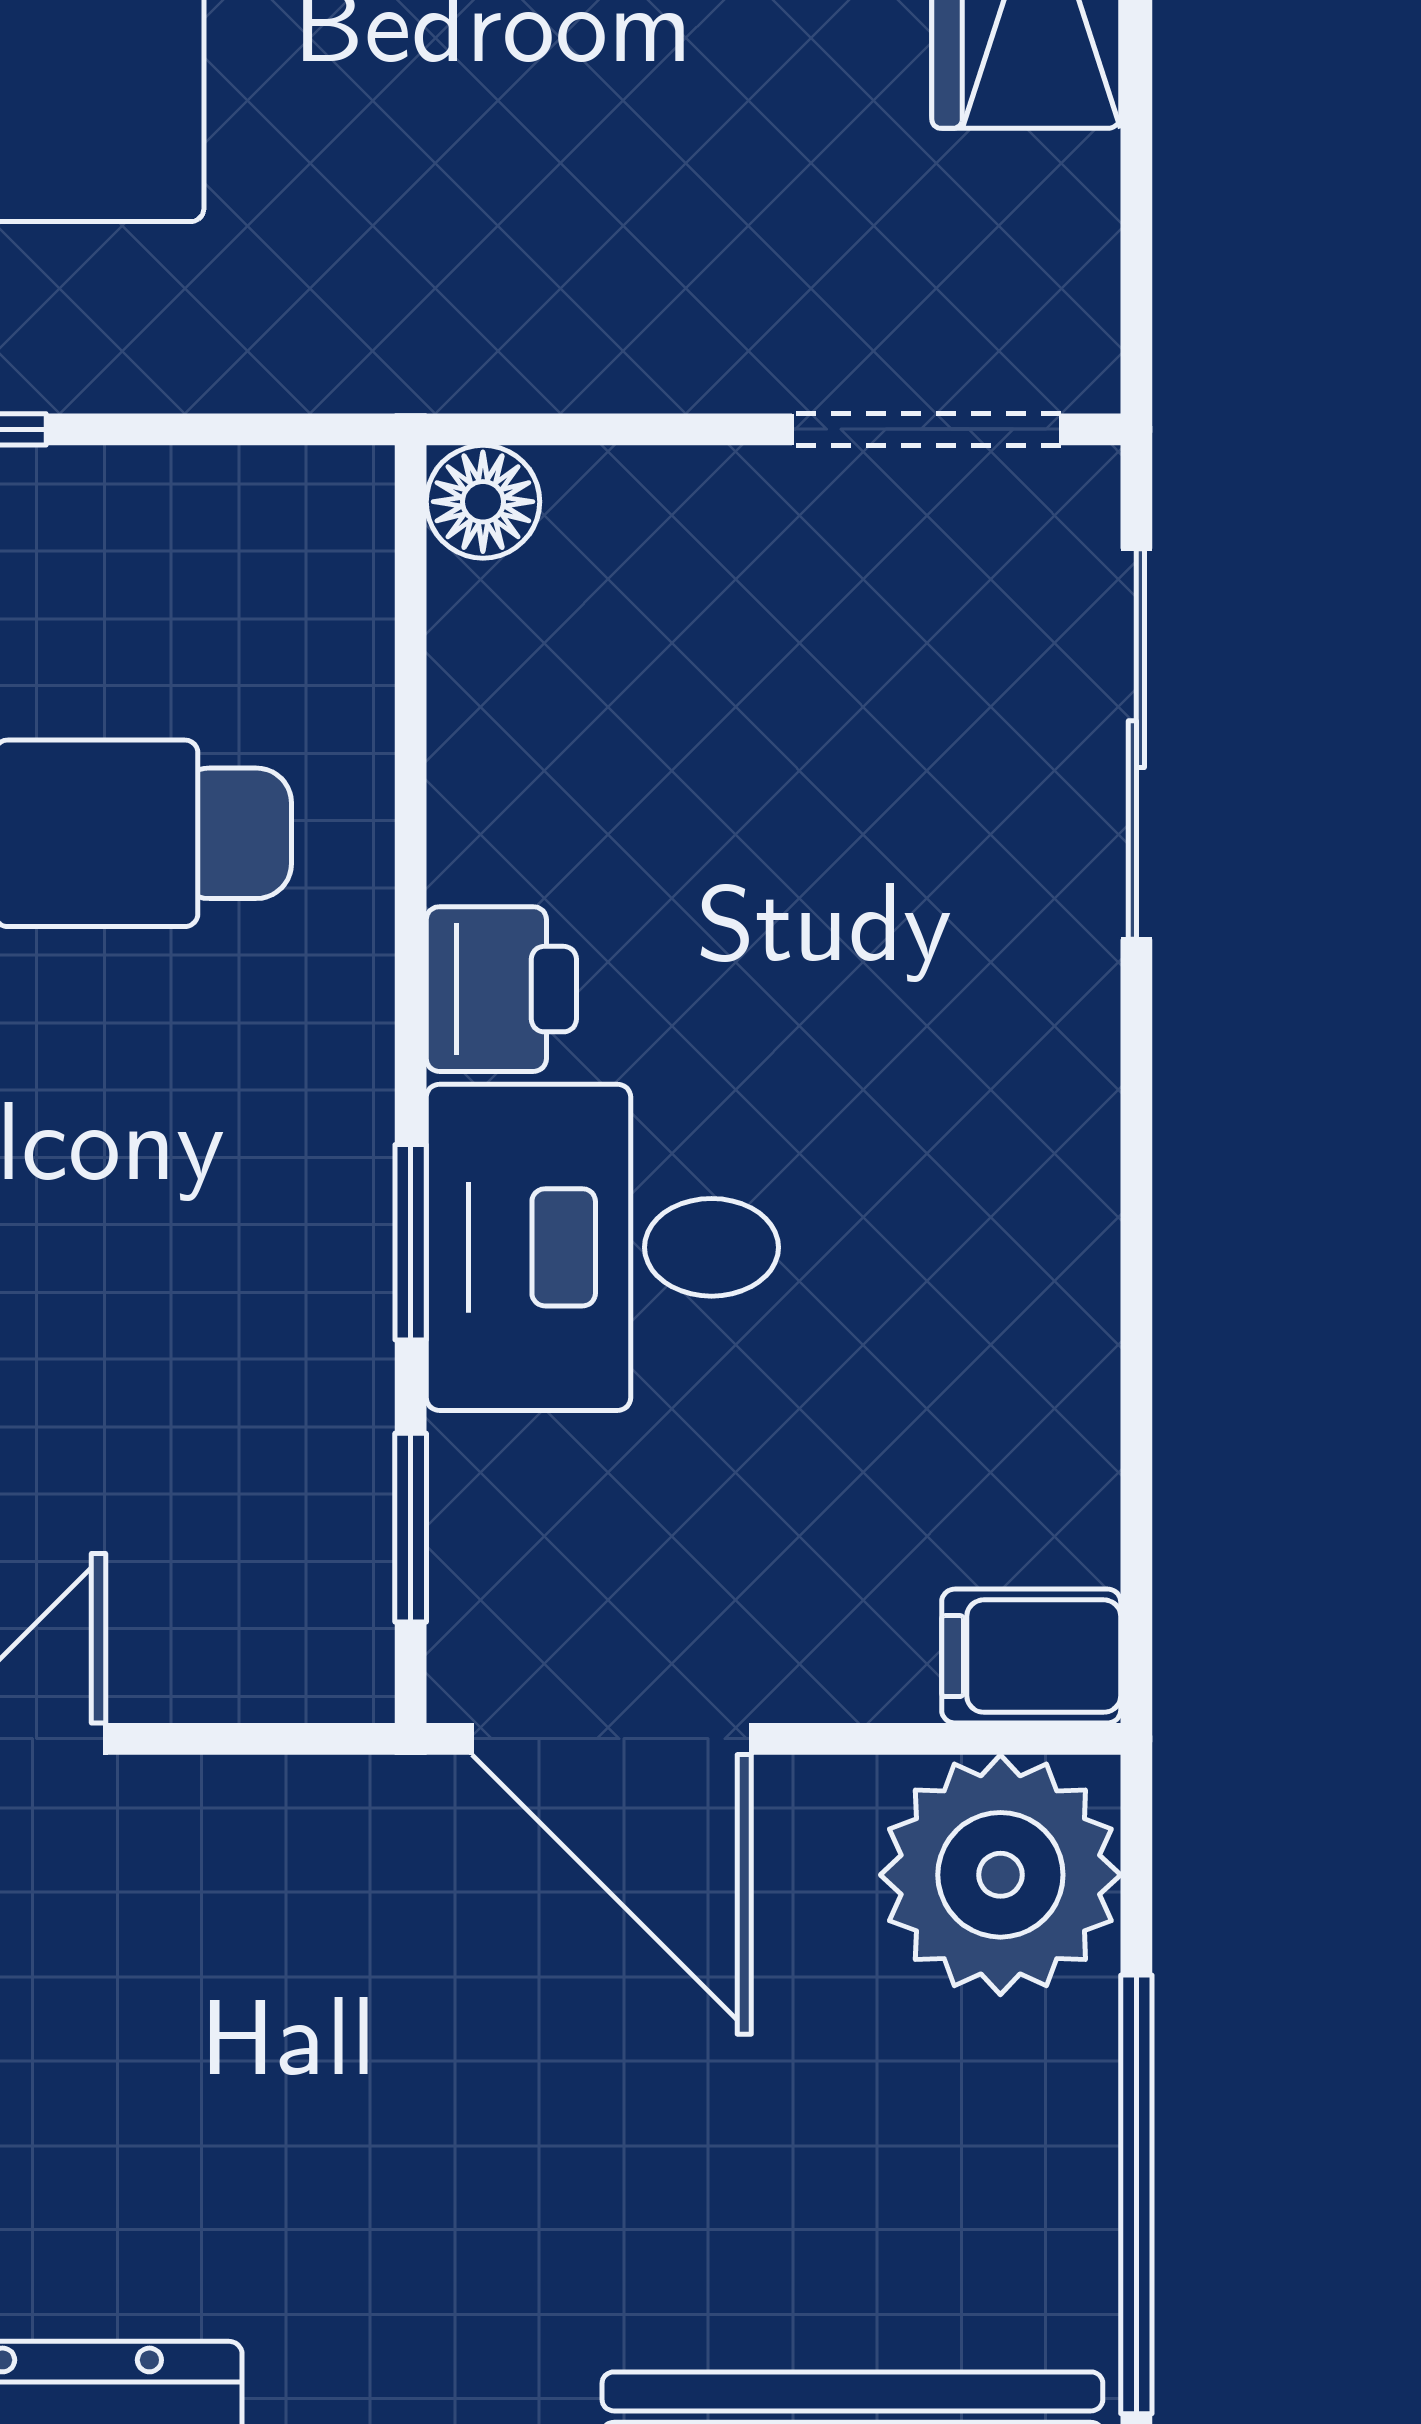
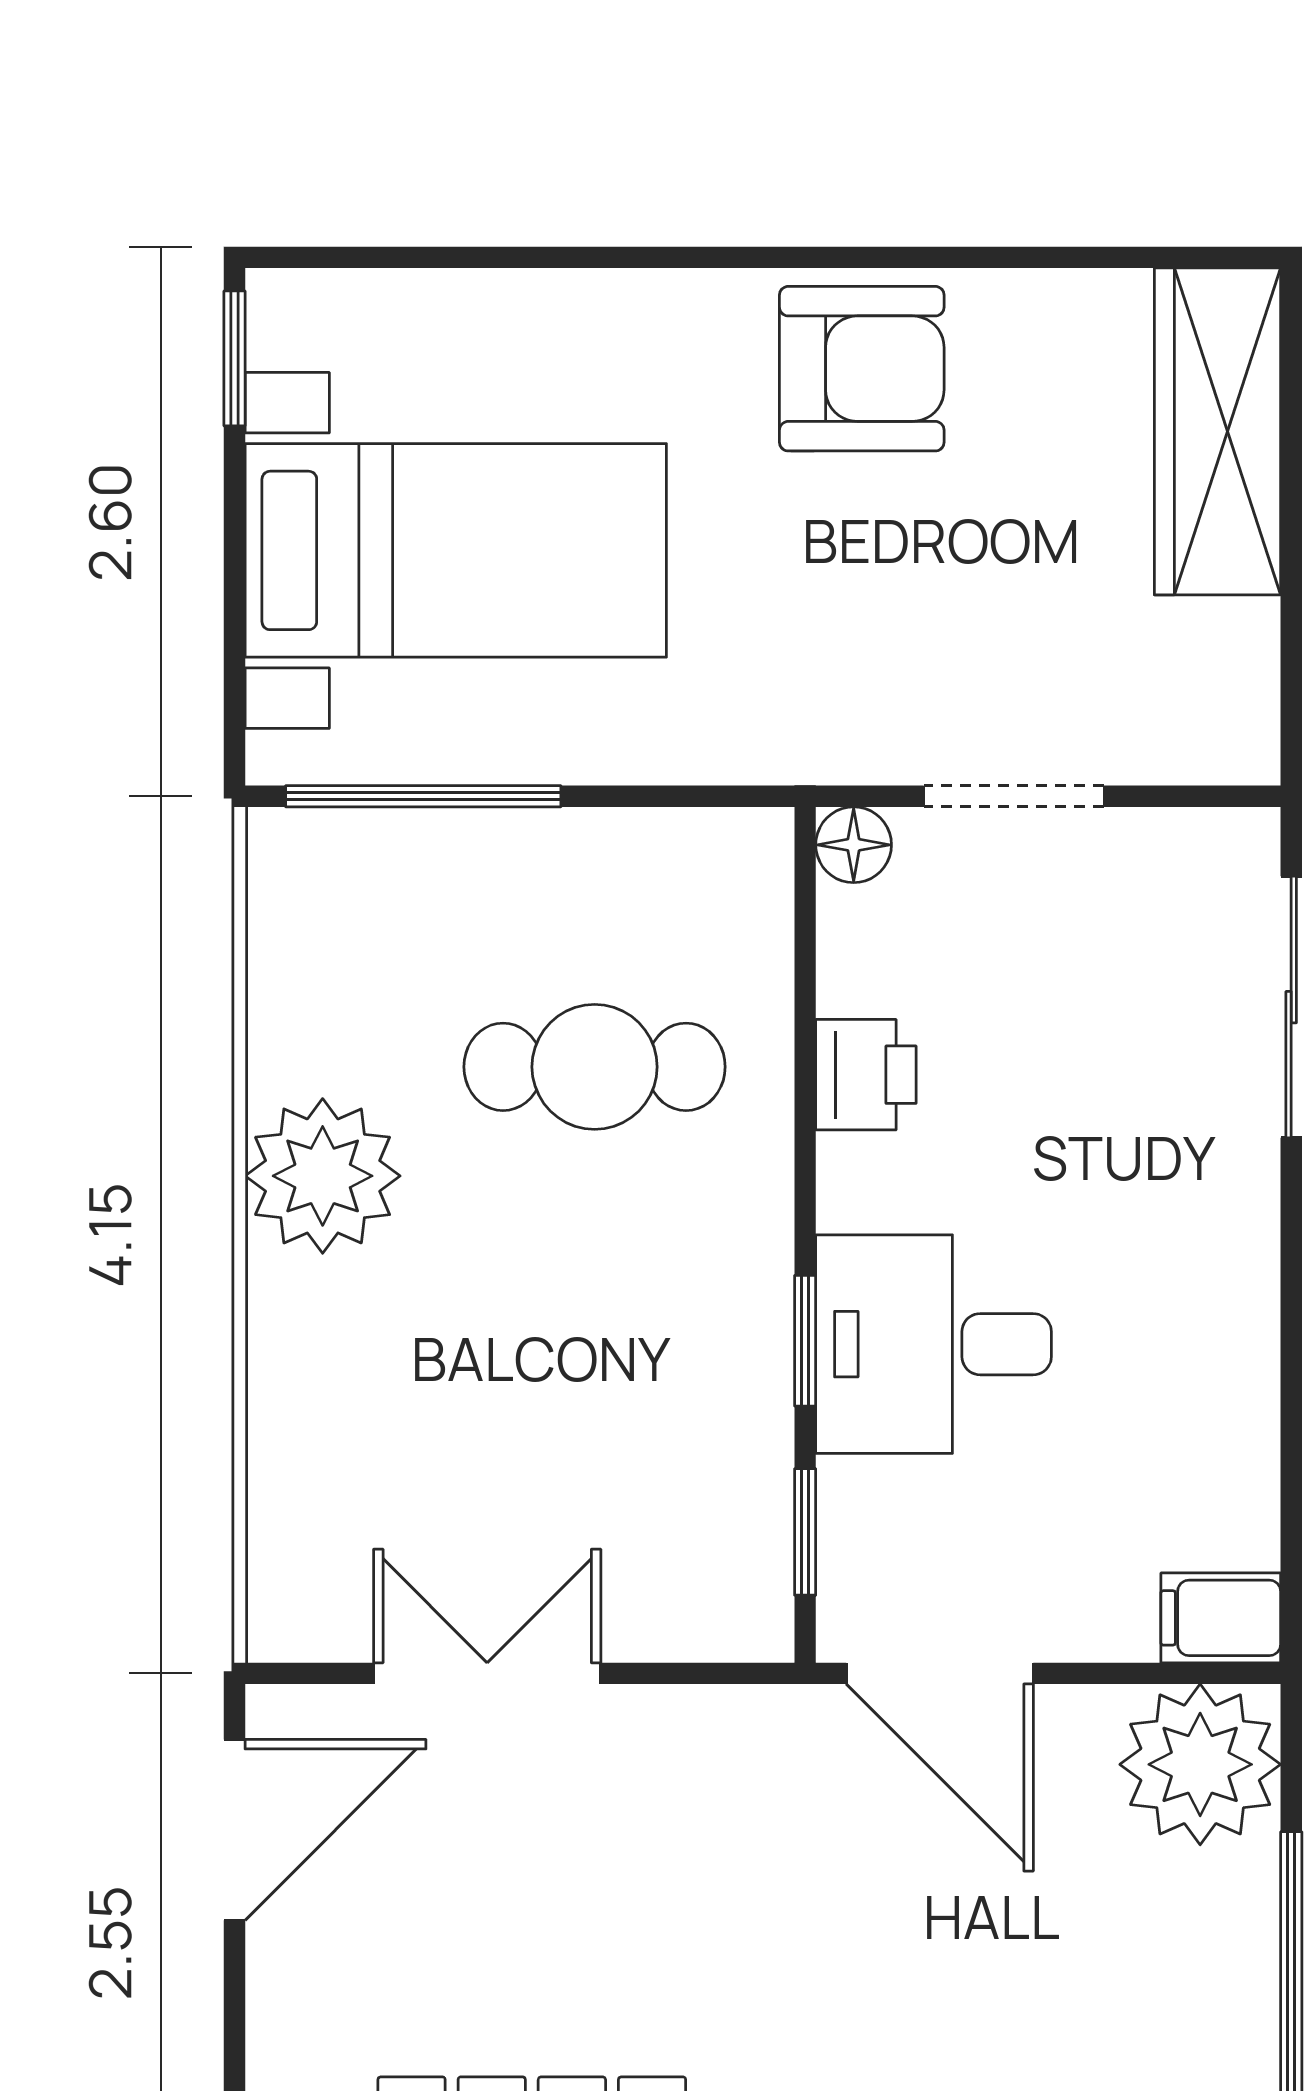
doorway: (926, 429) -> (1014, 796), moved
printer: (501, 989) -> (866, 1075), moved

